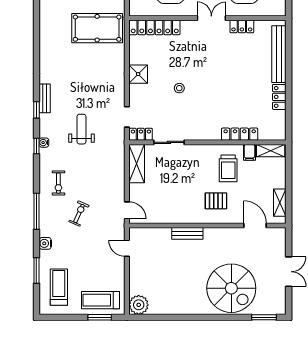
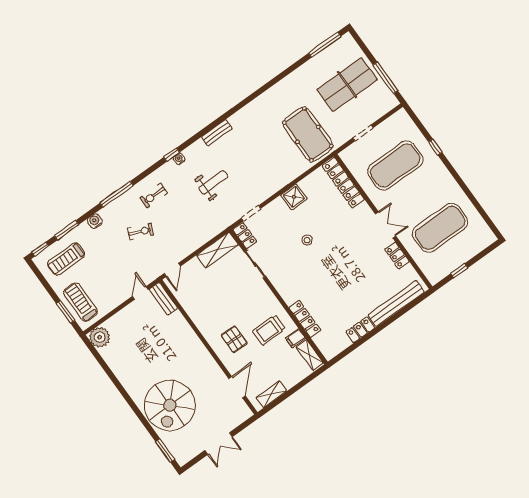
window: (36, 110) -> (40, 249), moved
bench: (187, 233) -> (163, 299), moved
treadmill: (59, 287) -> (66, 259), turned 180

